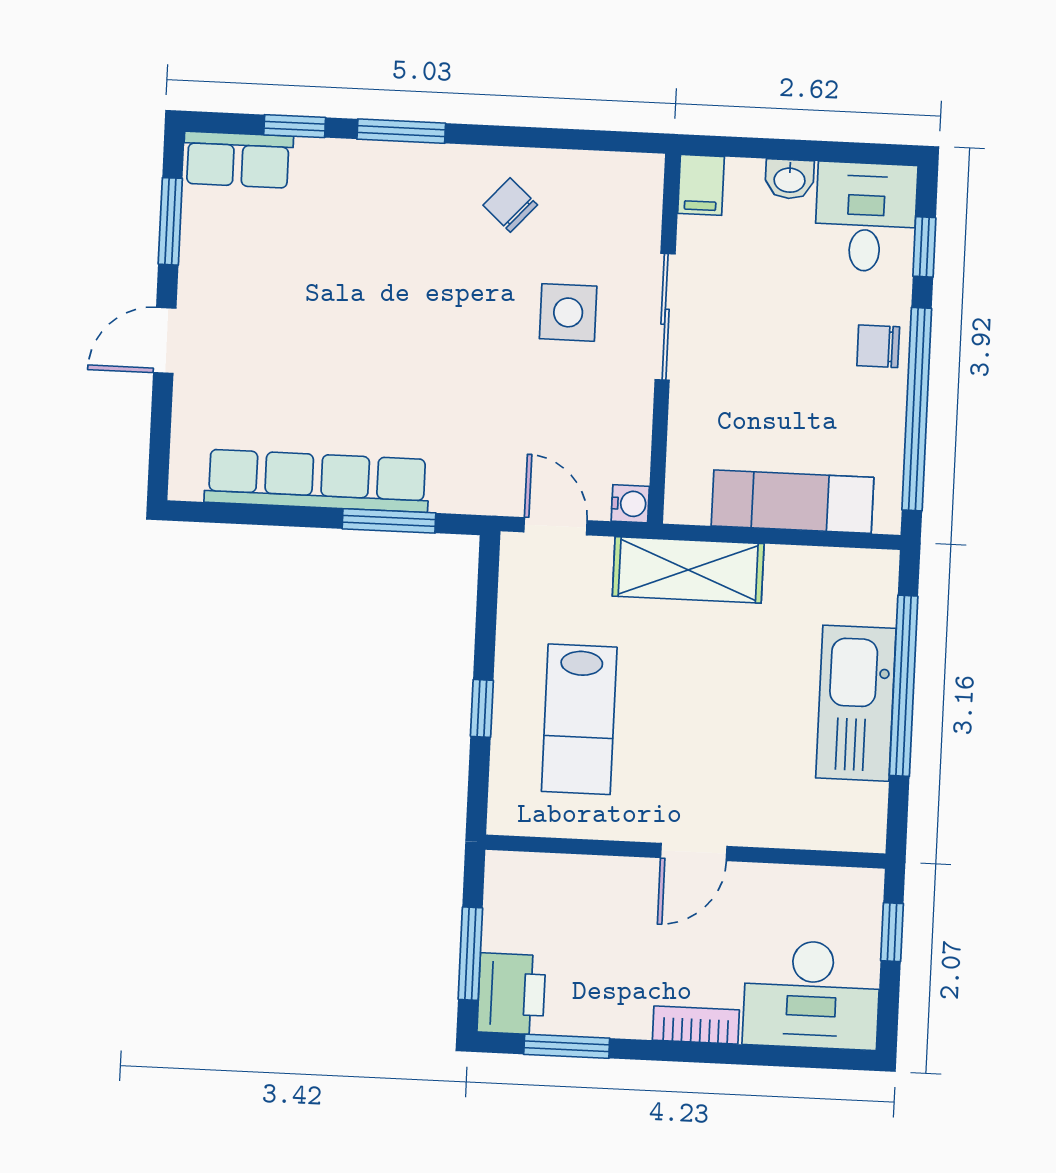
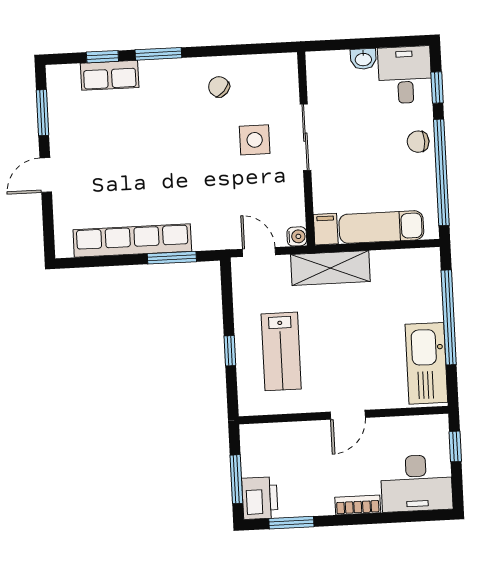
row of seats: (238, 160) -> (110, 75), moved
filing cabinet: (701, 185) -> (326, 229), moved, turned 180
kitchen sink: (856, 703) -> (426, 363), moved

